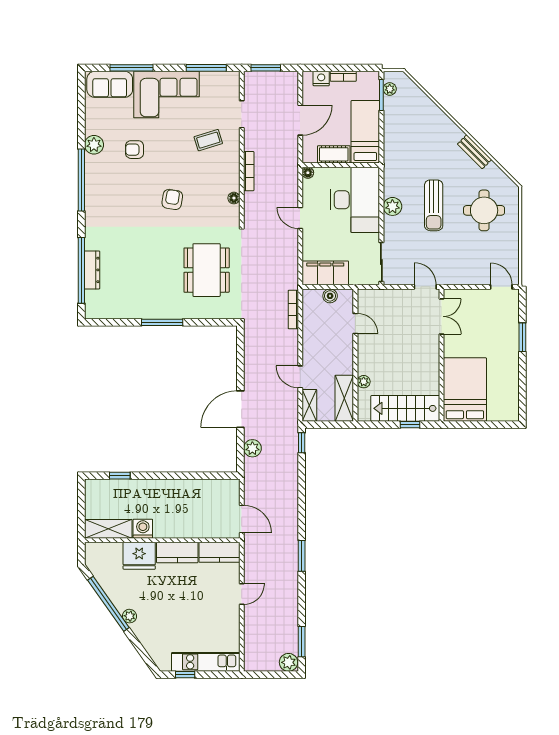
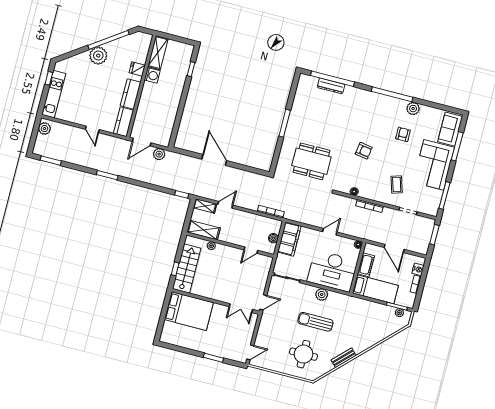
plant: (252, 448) -> (159, 154), moved
fridge: (139, 556) -> (137, 69), width x0.53, depth x0.75
plant: (130, 616) -> (98, 56), width x1.87, depth x1.87
plant: (289, 662) -> (44, 129), moved

